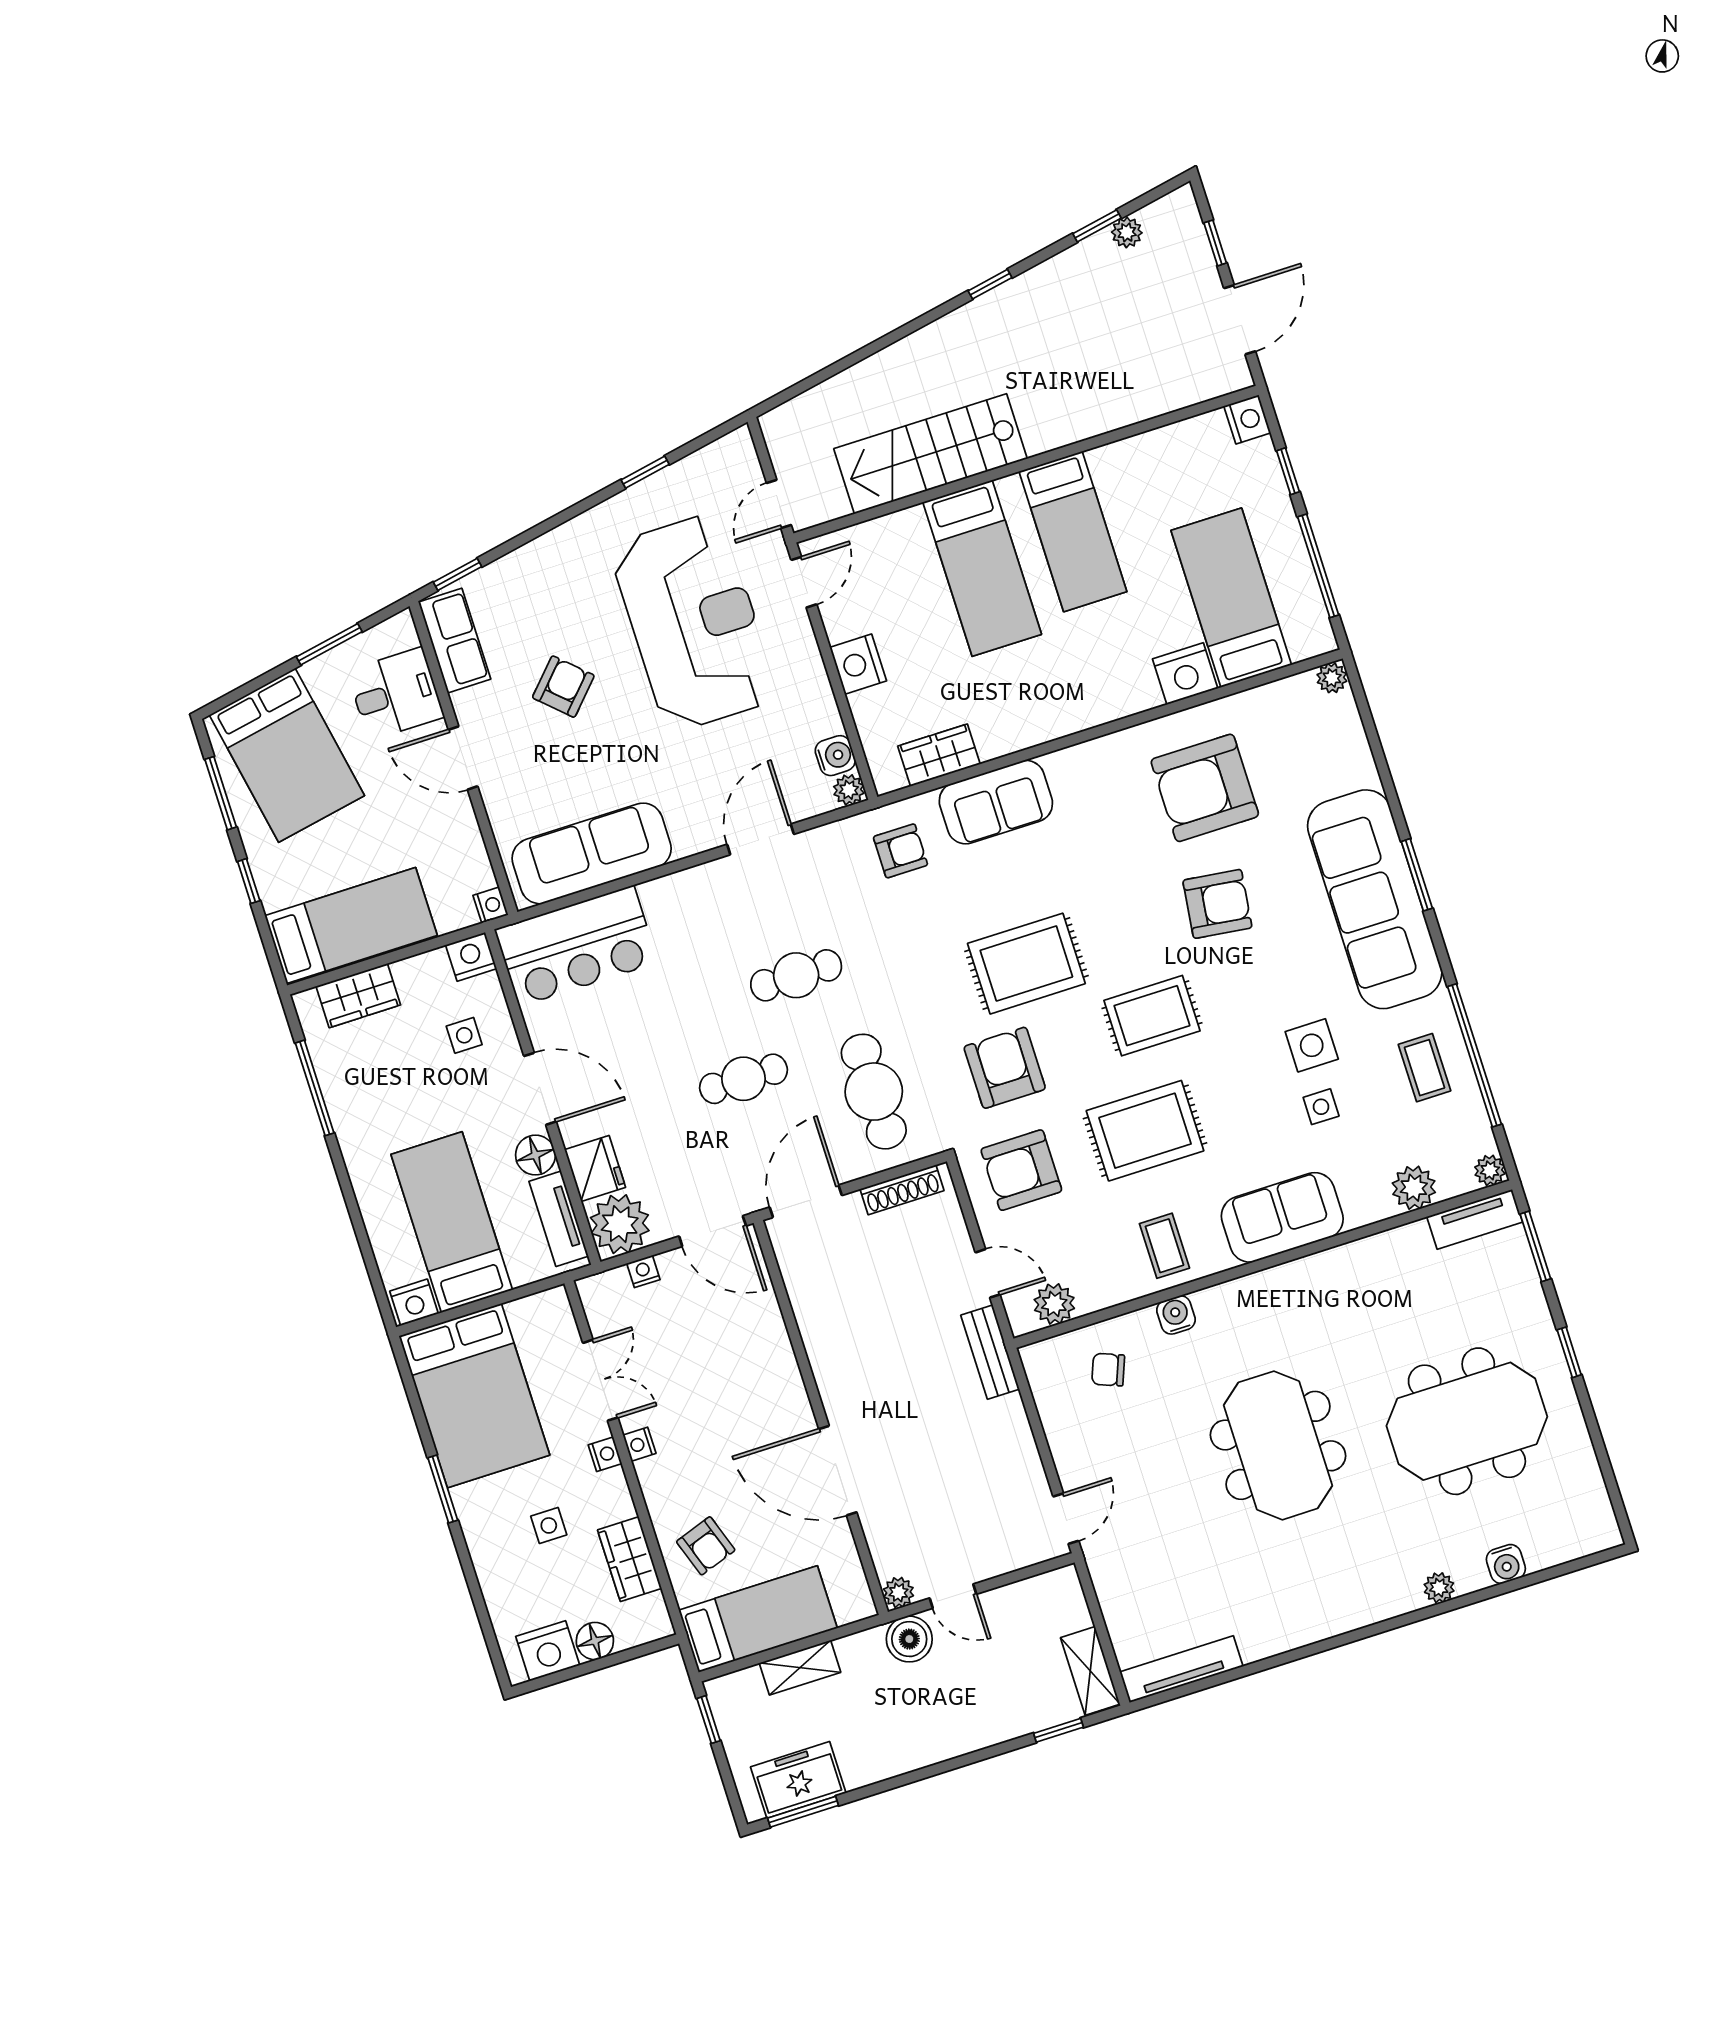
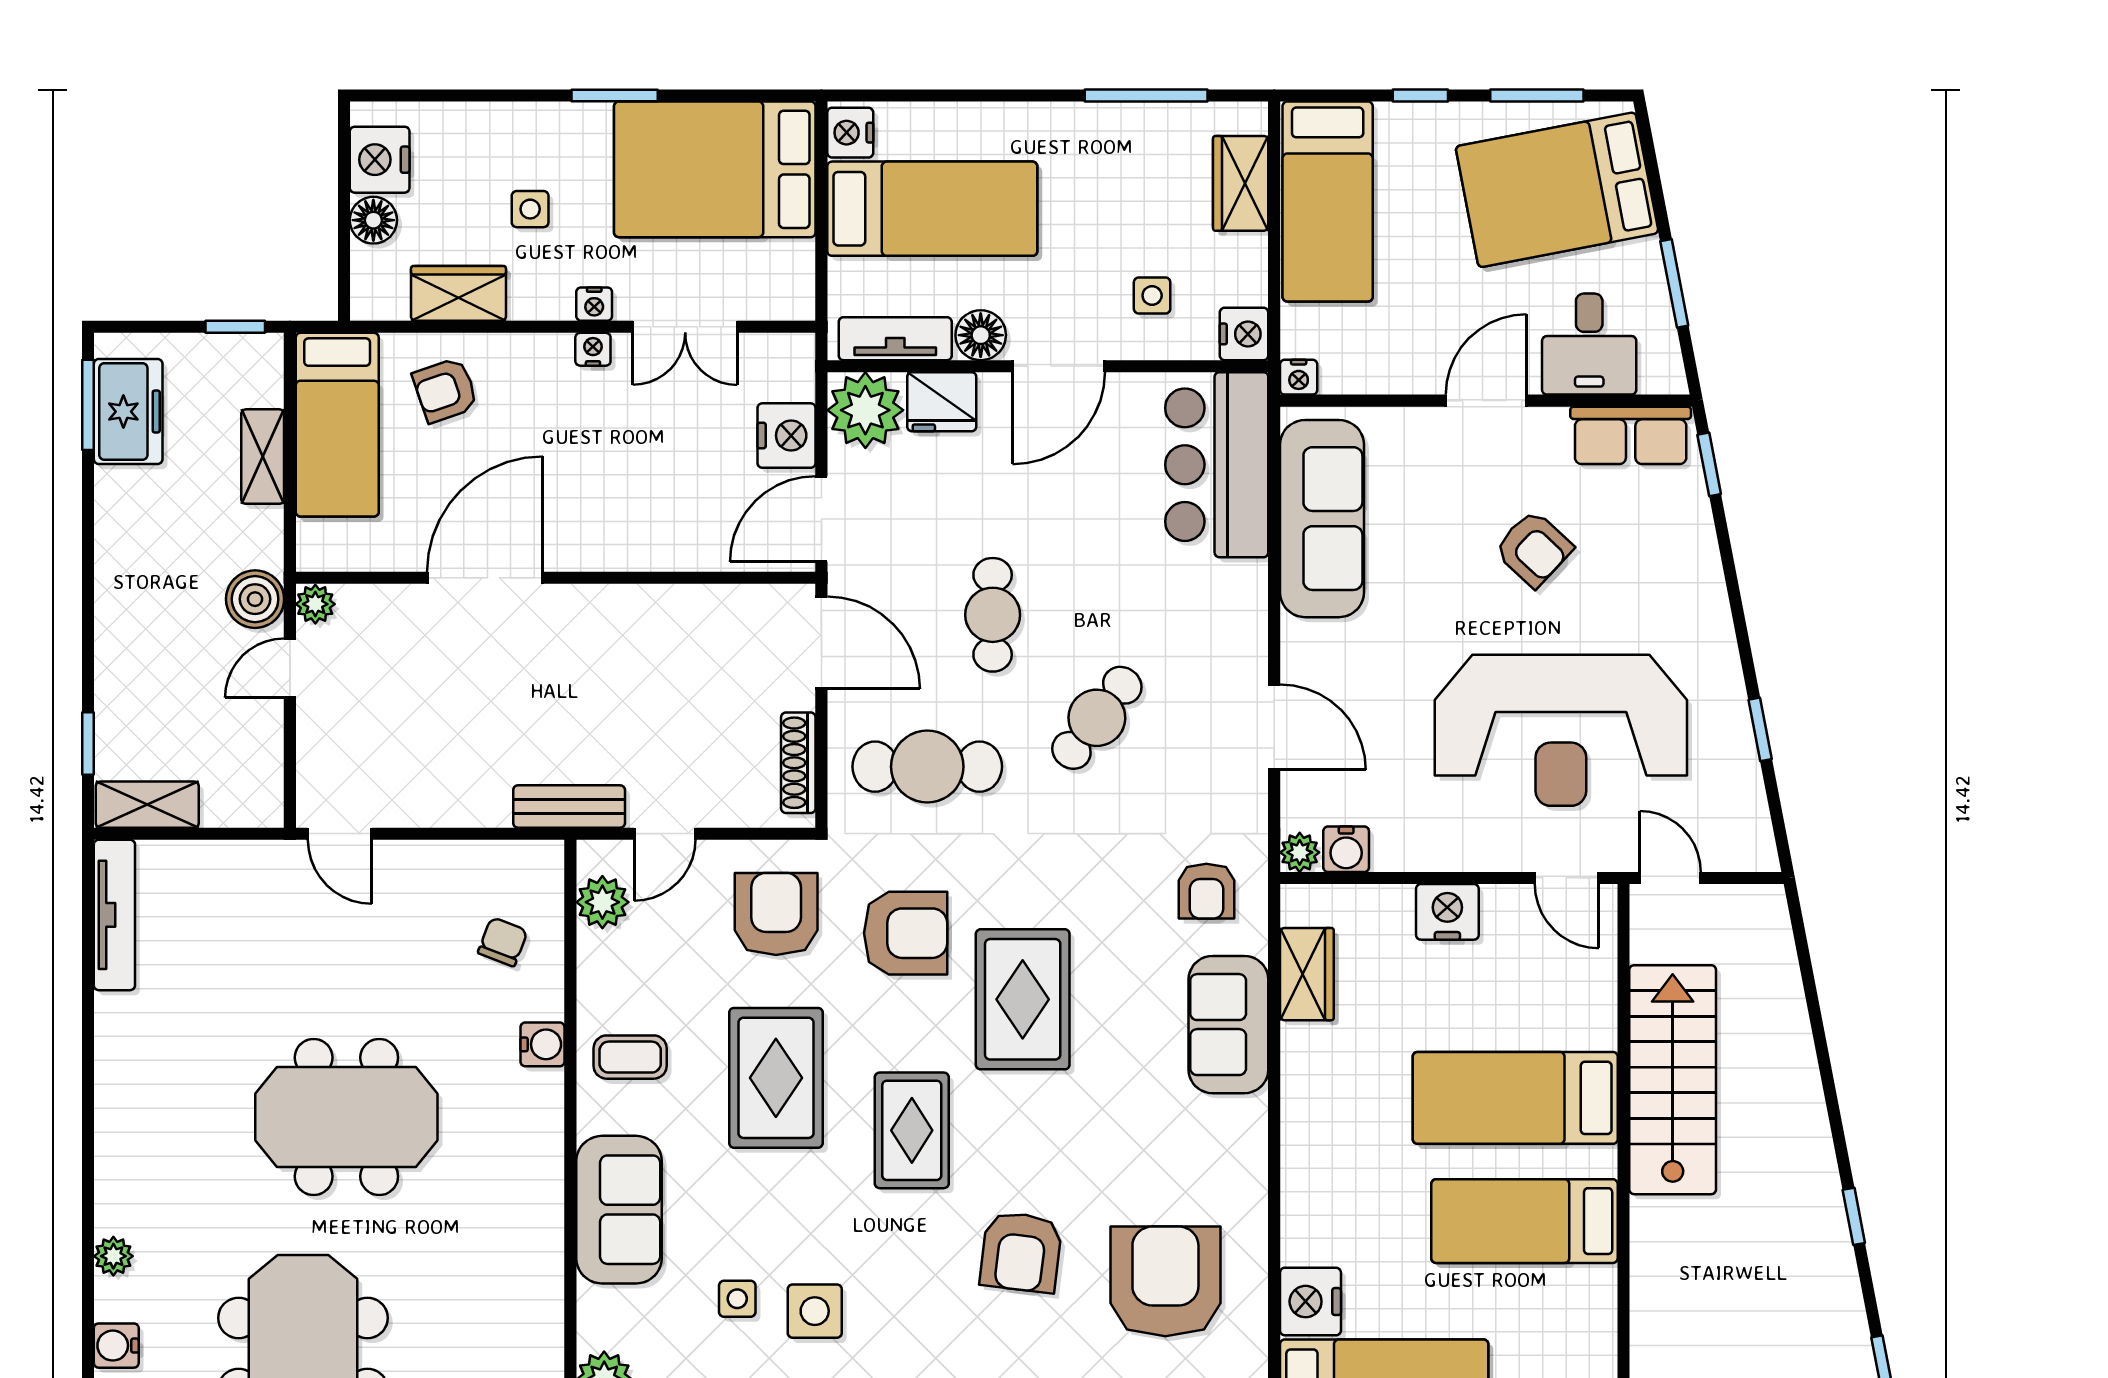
cafe table: (796, 975) -> (1097, 718), turned 38
nightstand: (643, 1271) -> (786, 436), width x1.89, depth x1.79

